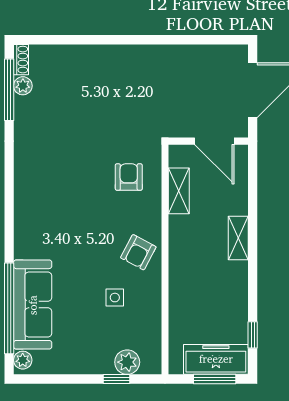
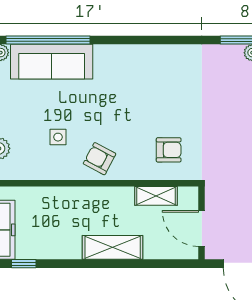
door: (214, 141) -> (202, 228), hinge flipped
shelving: (238, 238) -> (113, 247), width x1.50, depth x1.33

